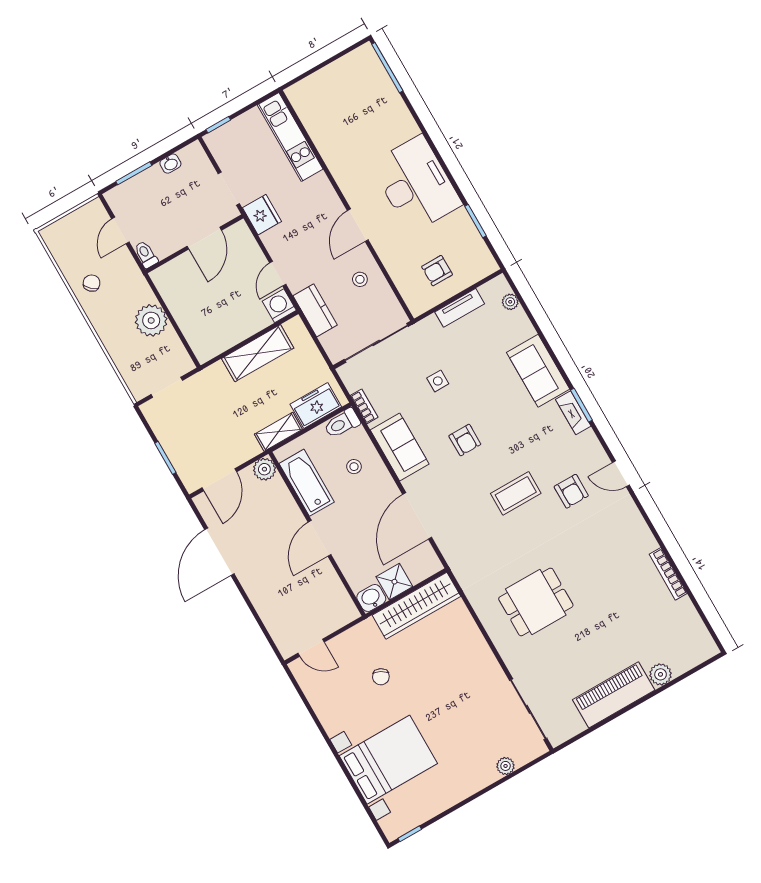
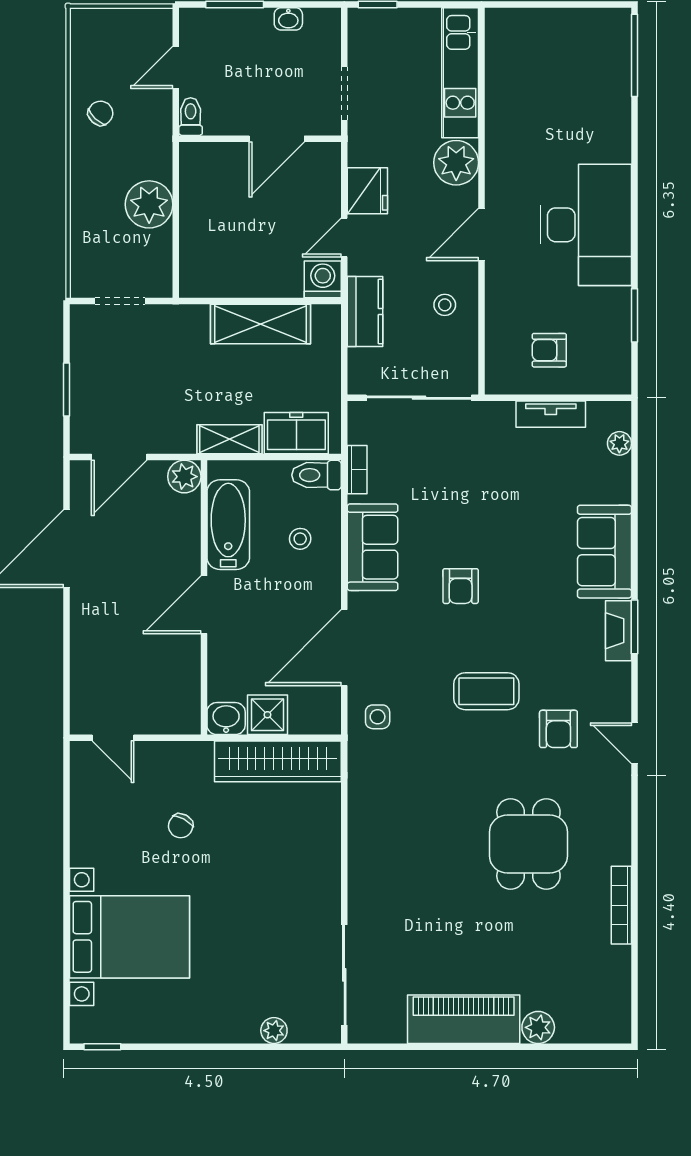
plant: (318, 192) -> (456, 163), added
fridge: (262, 215) -> (367, 191), moved
side table: (438, 381) -> (378, 717), moved
dining table: (536, 602) -> (528, 844), moved, turned 90

